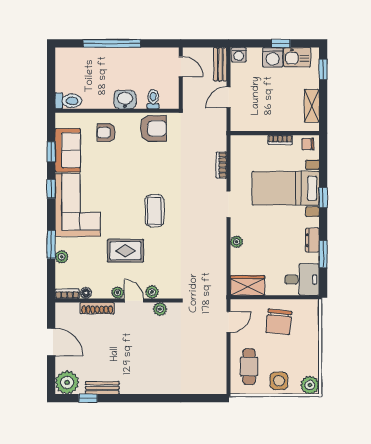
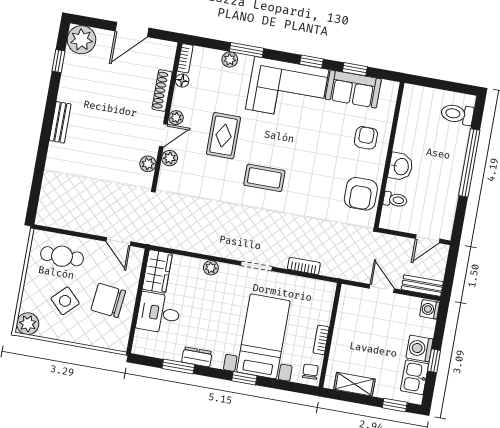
toilet: (68, 101) -> (457, 114), moved, turned 90
desk: (302, 280) -> (159, 313), moved, turned 90
side table: (279, 381) -> (65, 301), moved, turned 45
bench: (102, 388) -> (60, 122), moved

